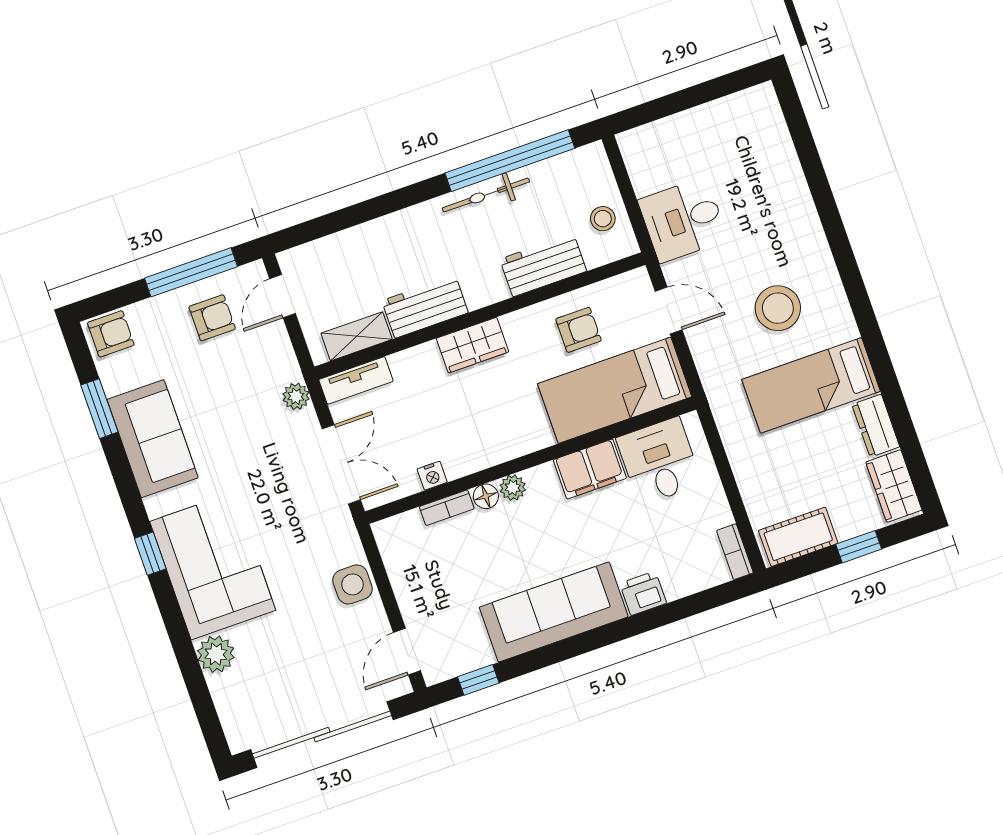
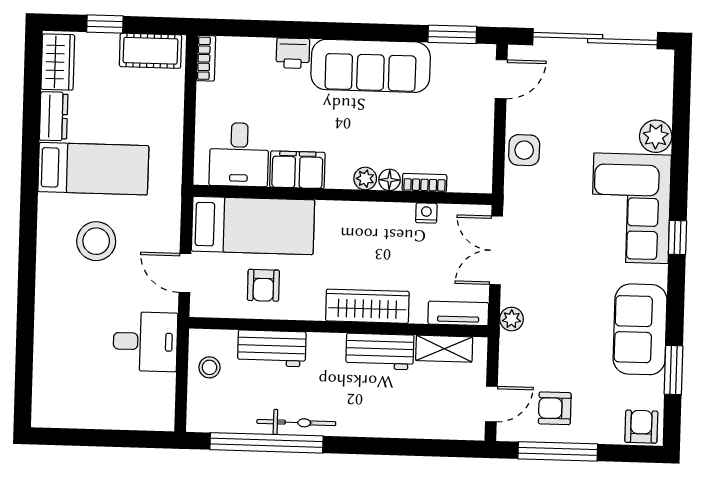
armchair: (579, 330) -> (263, 285), turned -90
armchair: (111, 334) -> (641, 427), turned 90
wardrobe: (472, 345) -> (367, 306), width x1.50
window: (478, 680) -> (452, 34), width x1.50

